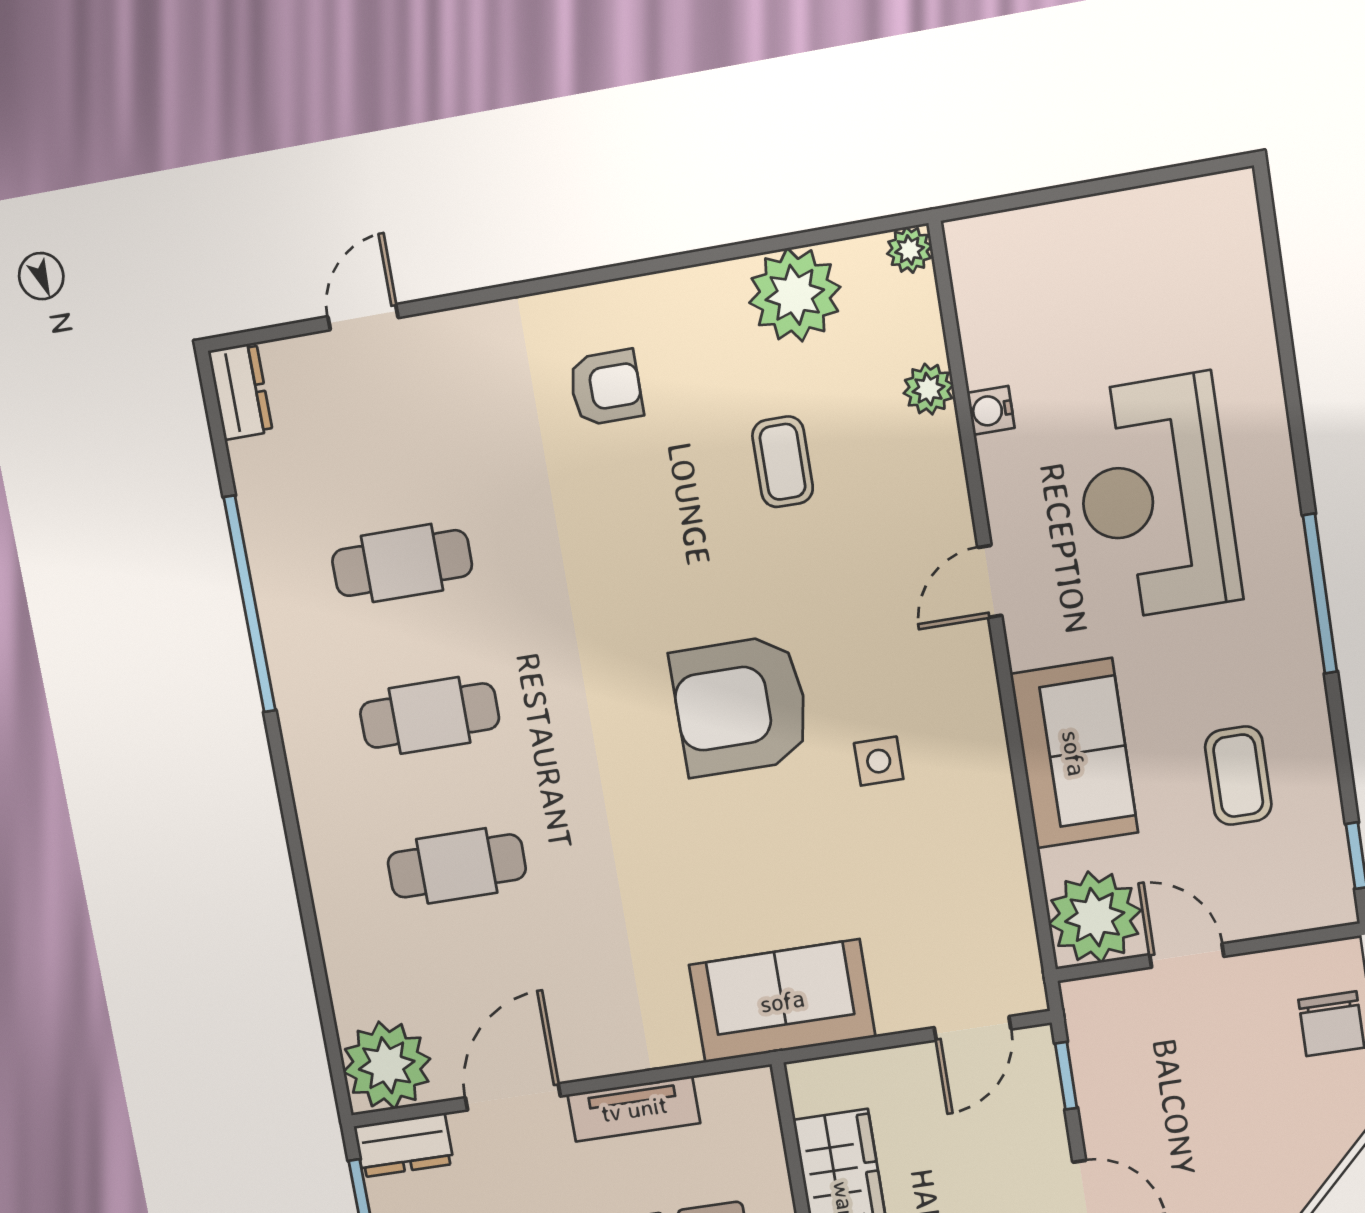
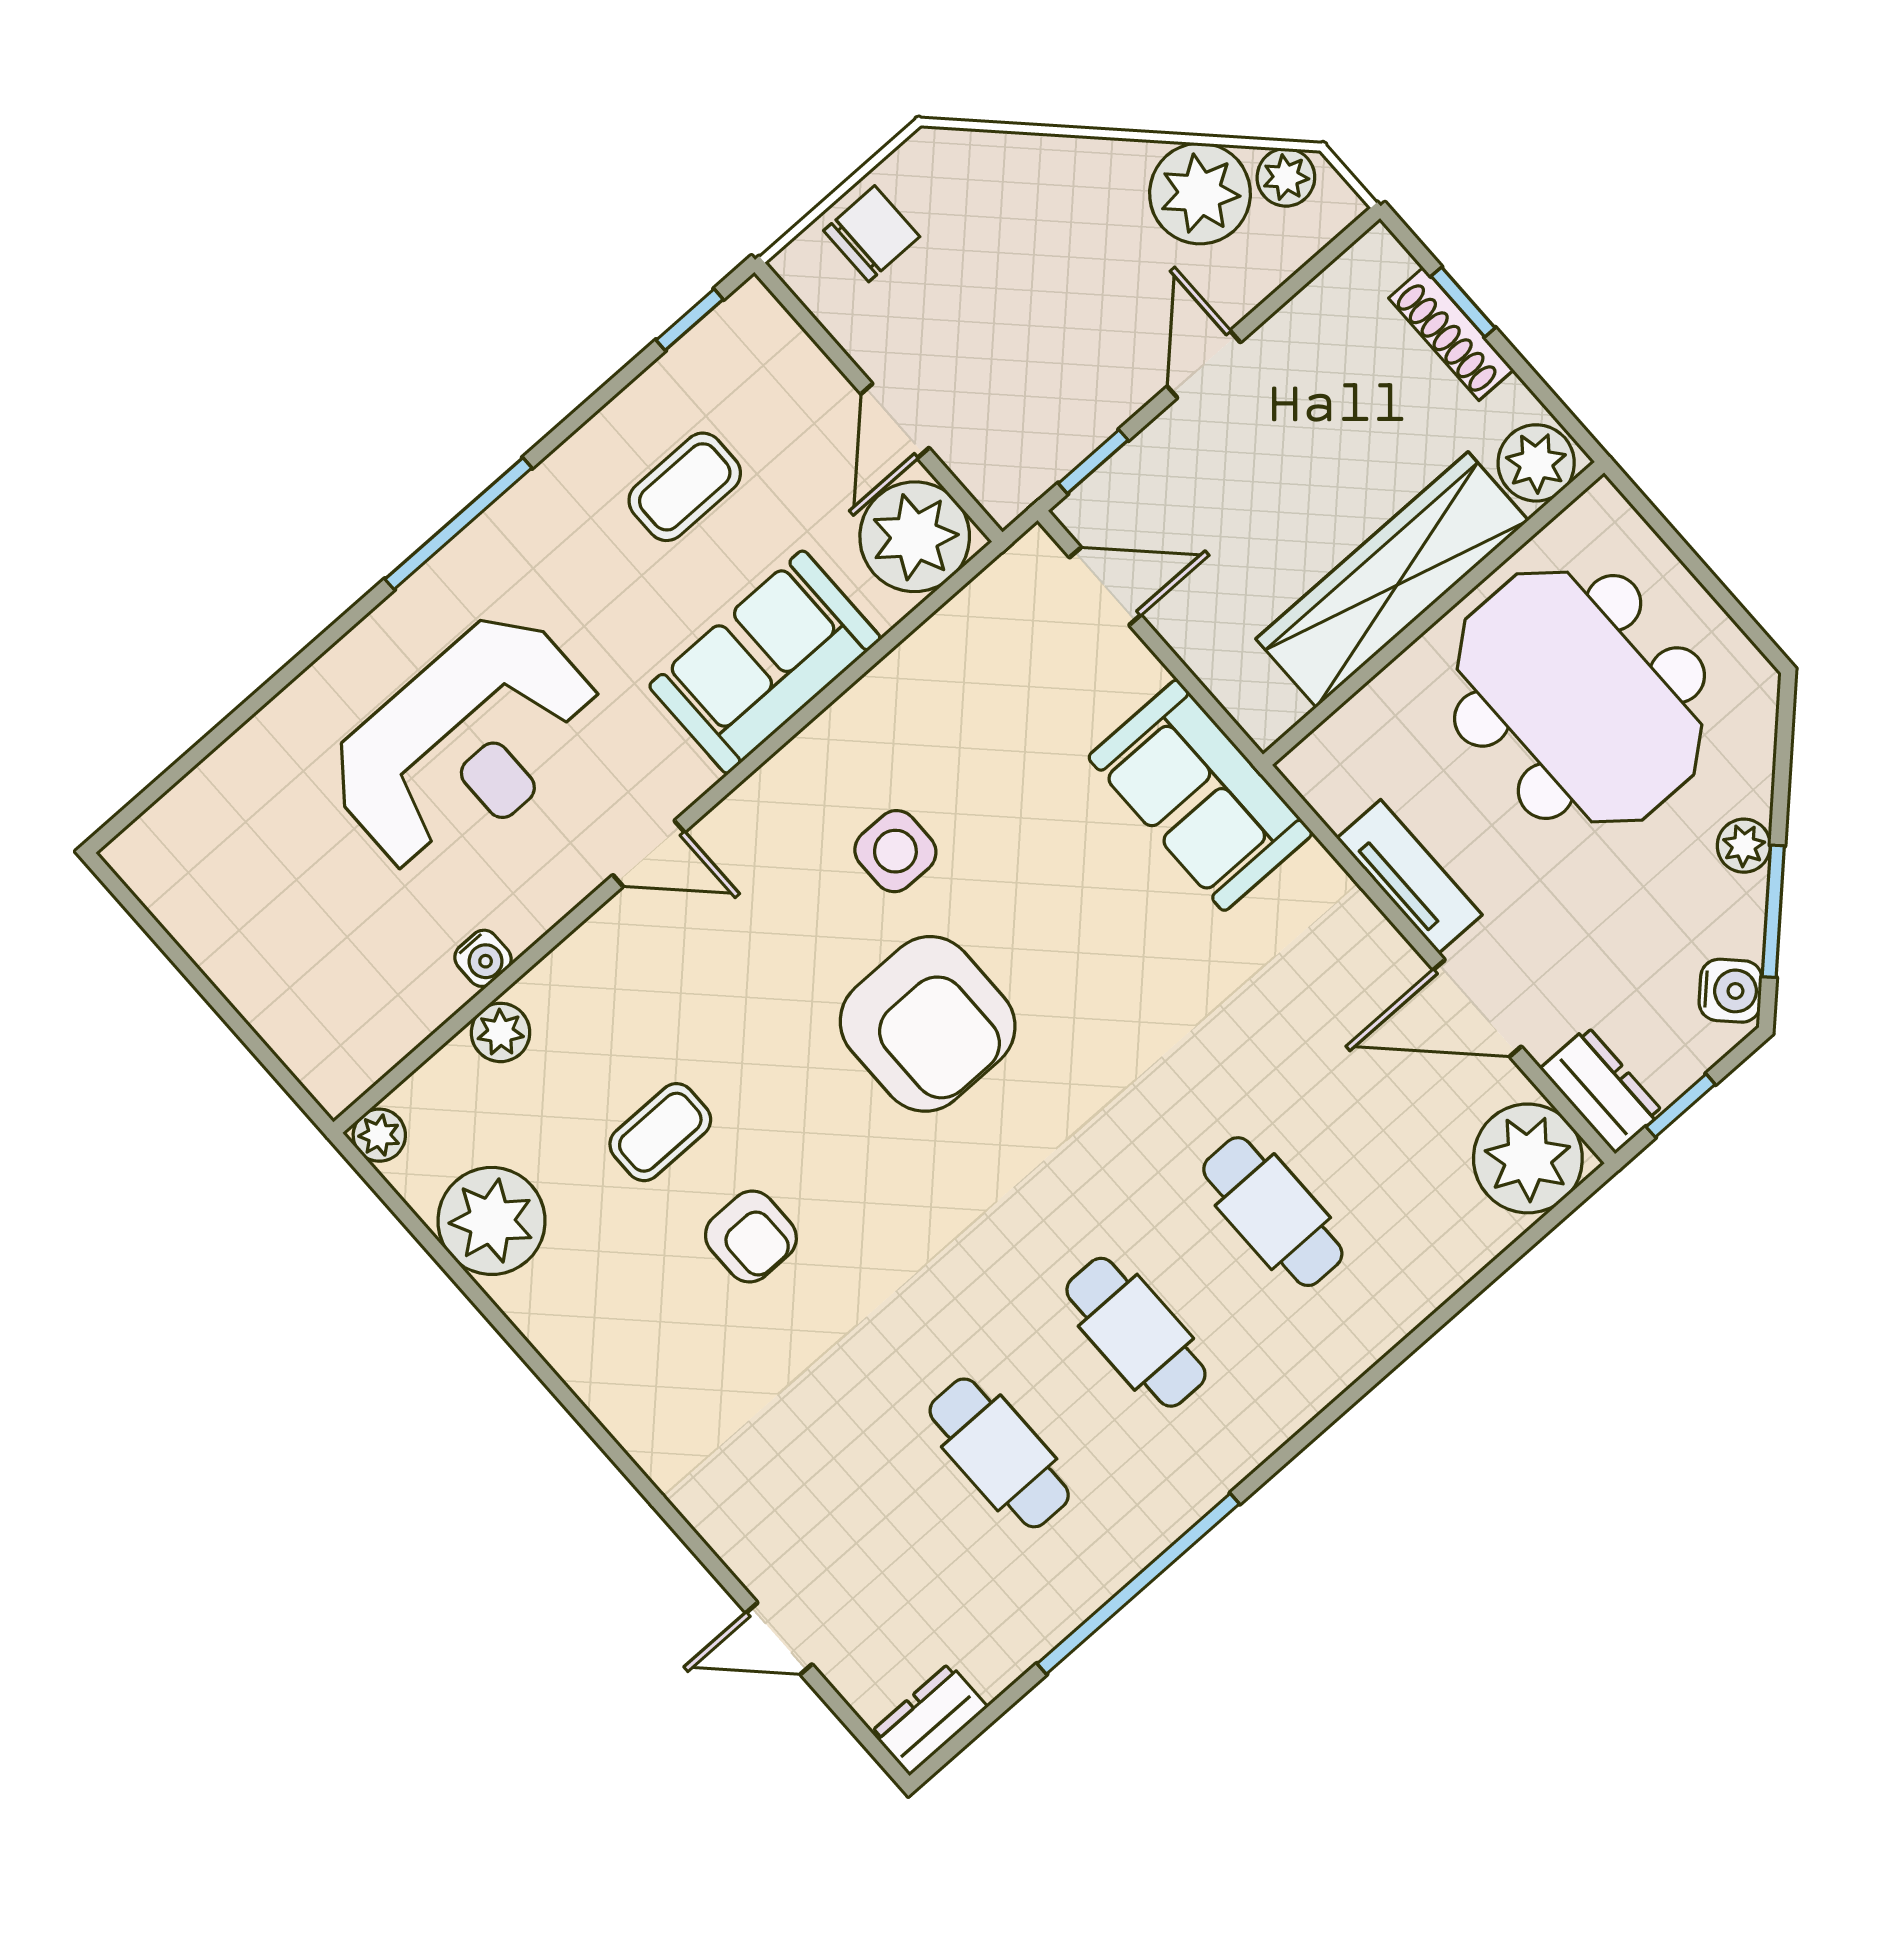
armchair: (606, 388) -> (751, 1236), moved, turned 180
side table: (879, 761) -> (895, 851), width x1.37, depth x1.37

